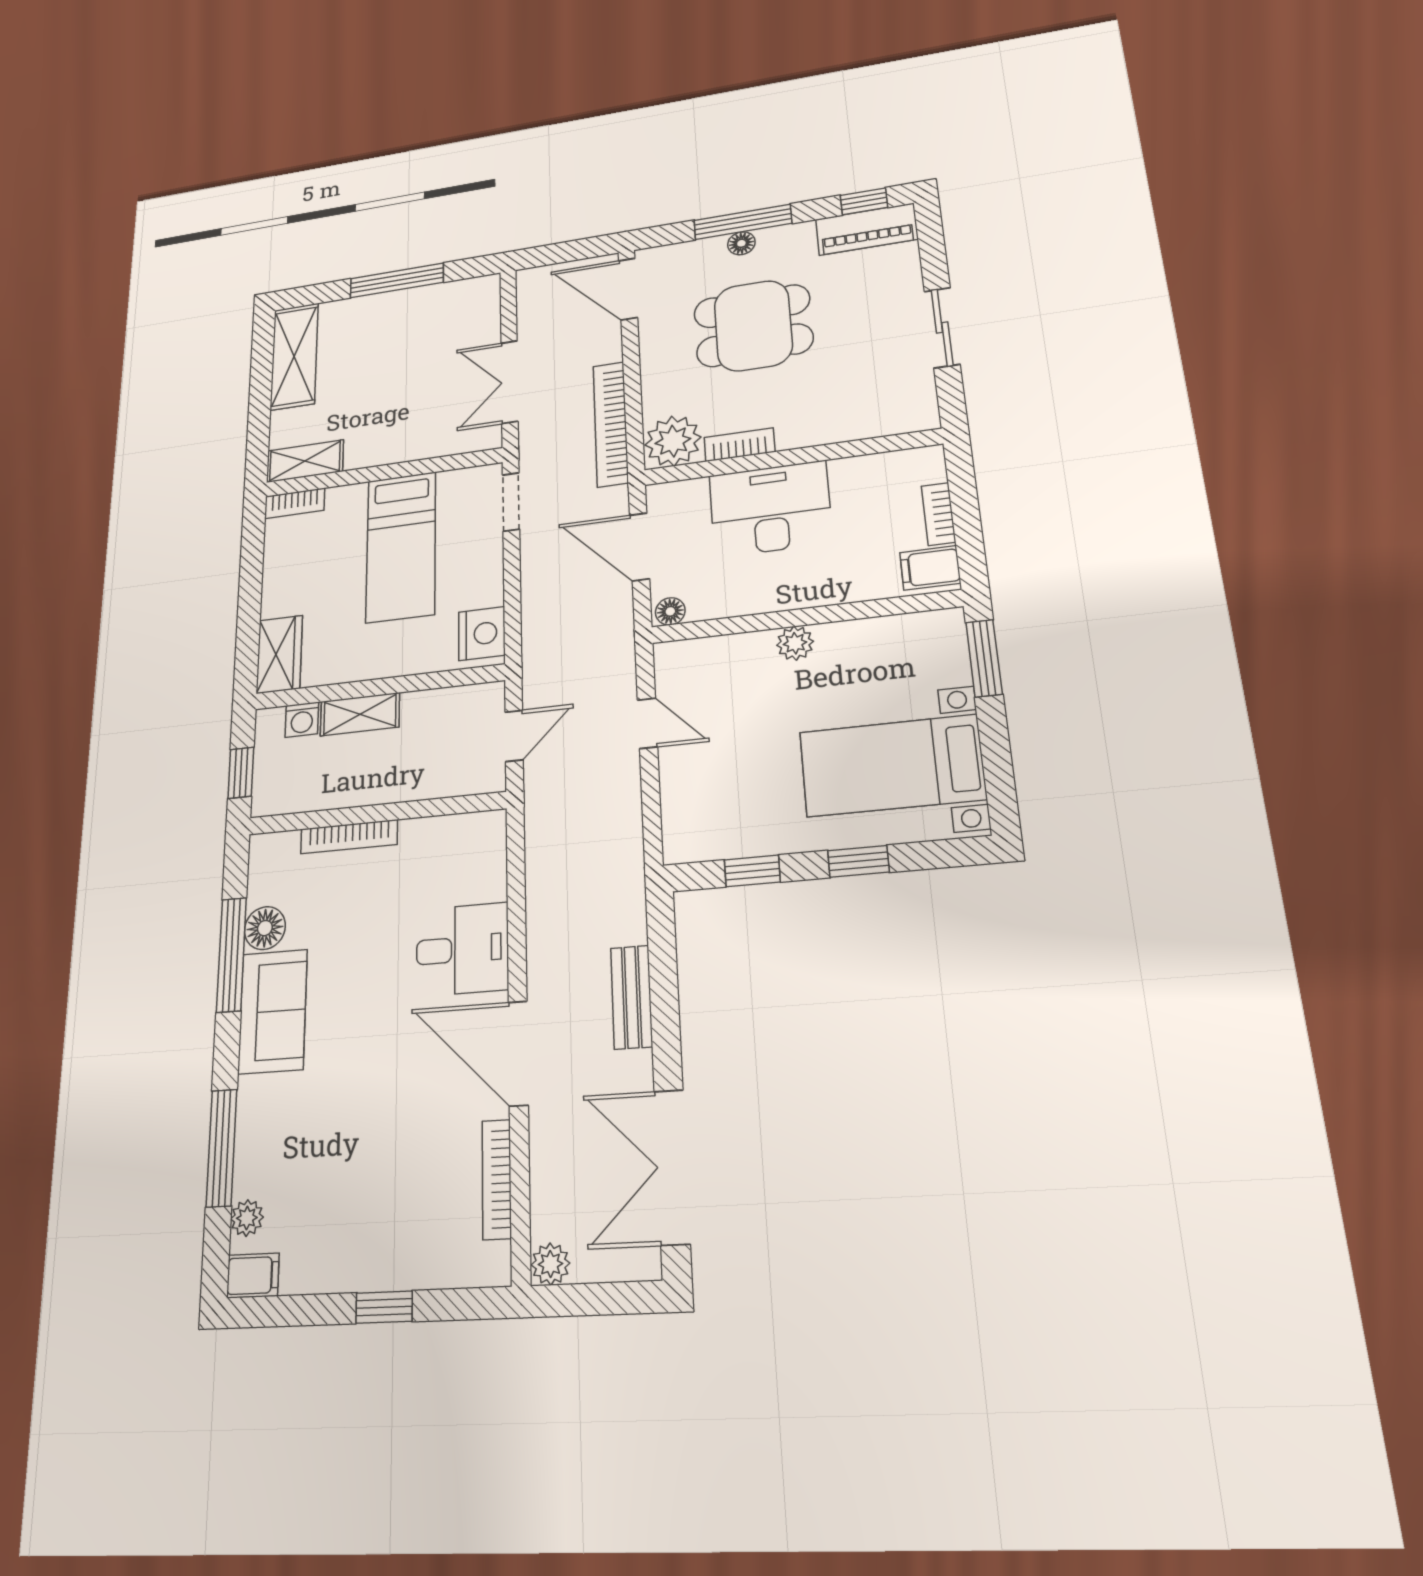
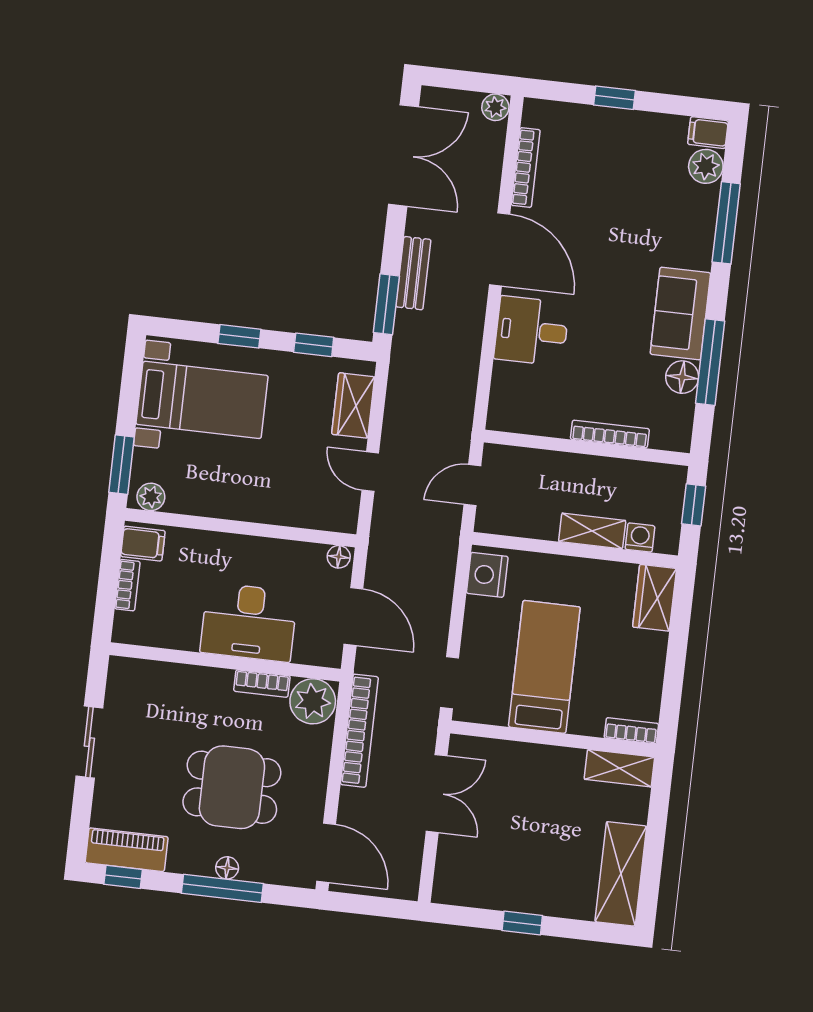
window: (397, 280) -> (522, 923), width x0.46
plant: (795, 643) -> (151, 497), moved
wardrobe: (684, 802) -> (353, 405), added
window: (662, 946) -> (386, 304), added
plant: (247, 1218) -> (706, 166), width x1.38, depth x1.38

